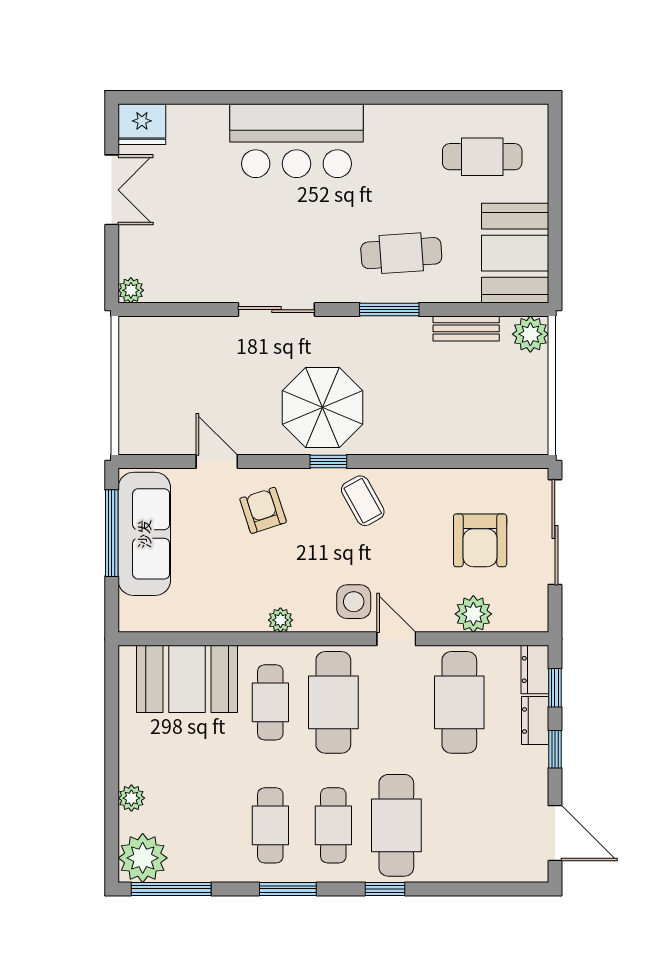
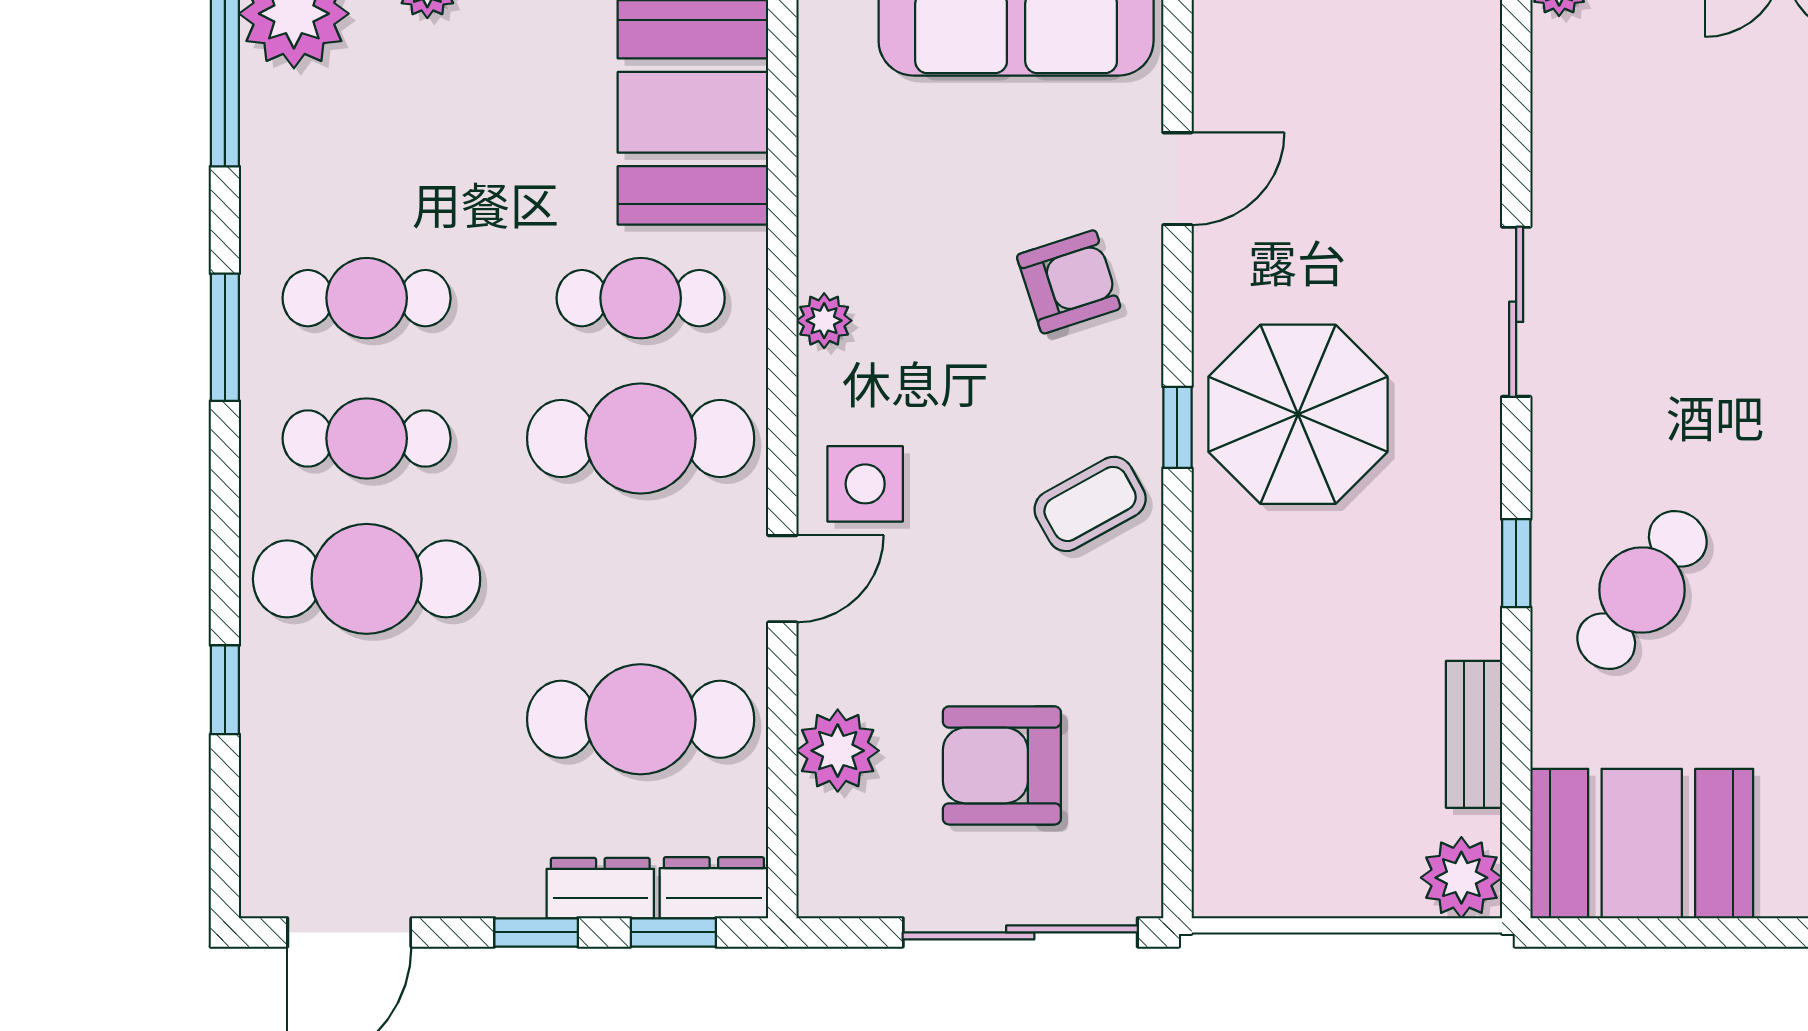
cafe table: (401, 253) -> (1642, 590), turned 39
window: (389, 310) -> (1516, 563), width x0.67
window: (385, 889) -> (225, 690), moved

